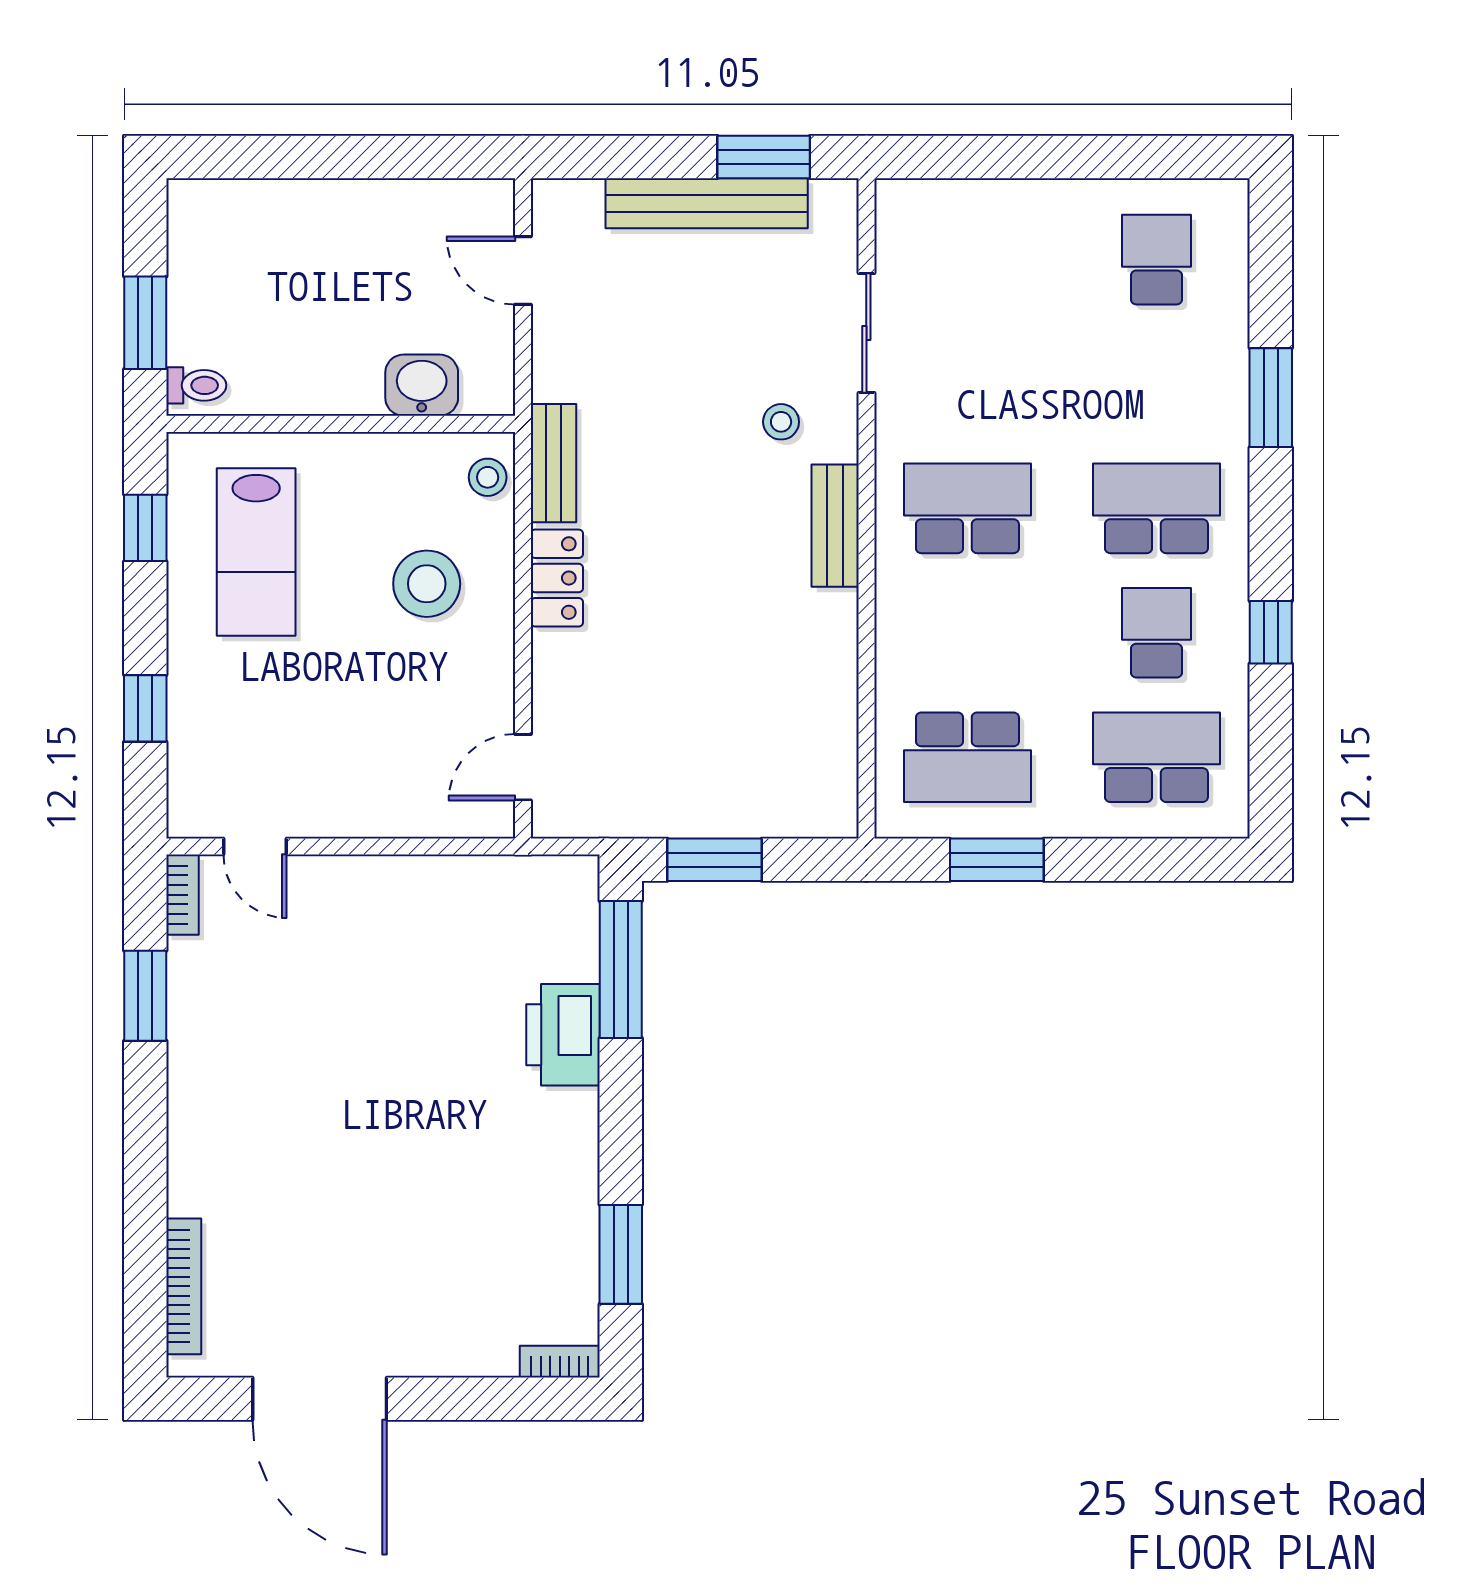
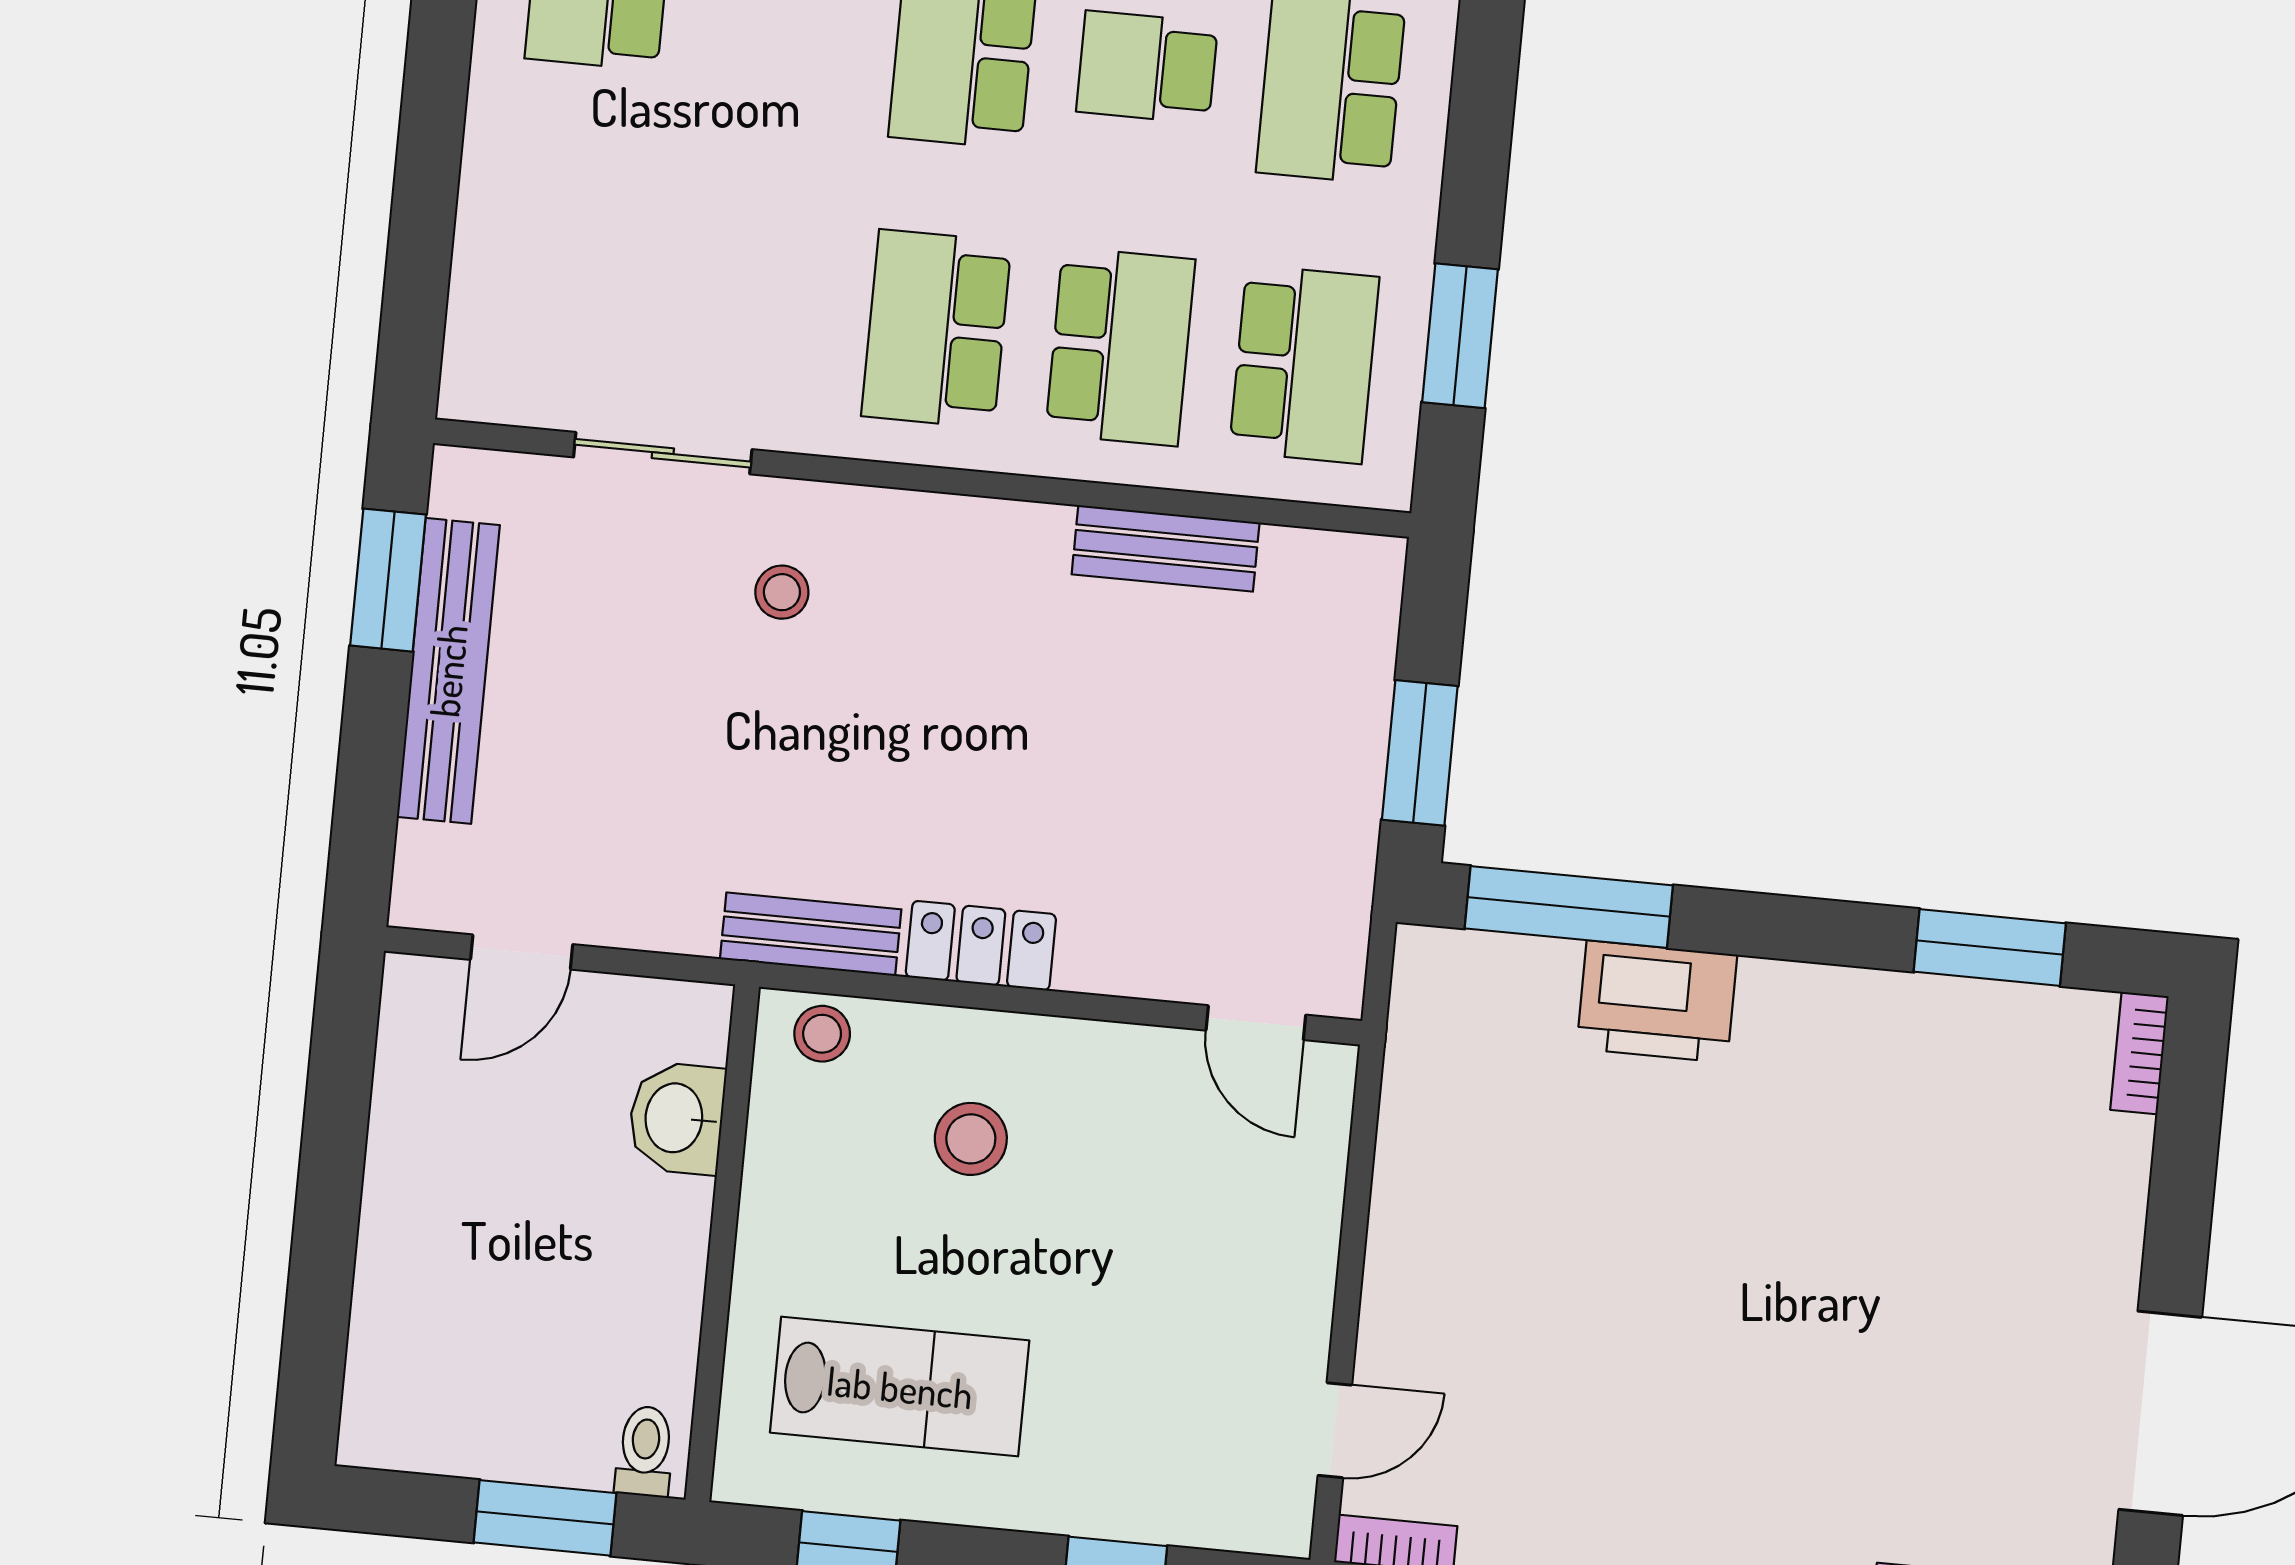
bench: (835, 526) -> (1166, 548), moved
stool: (427, 584) -> (971, 1139), width x0.73, depth x0.73
school desk: (967, 633) -> (1120, 347), added

